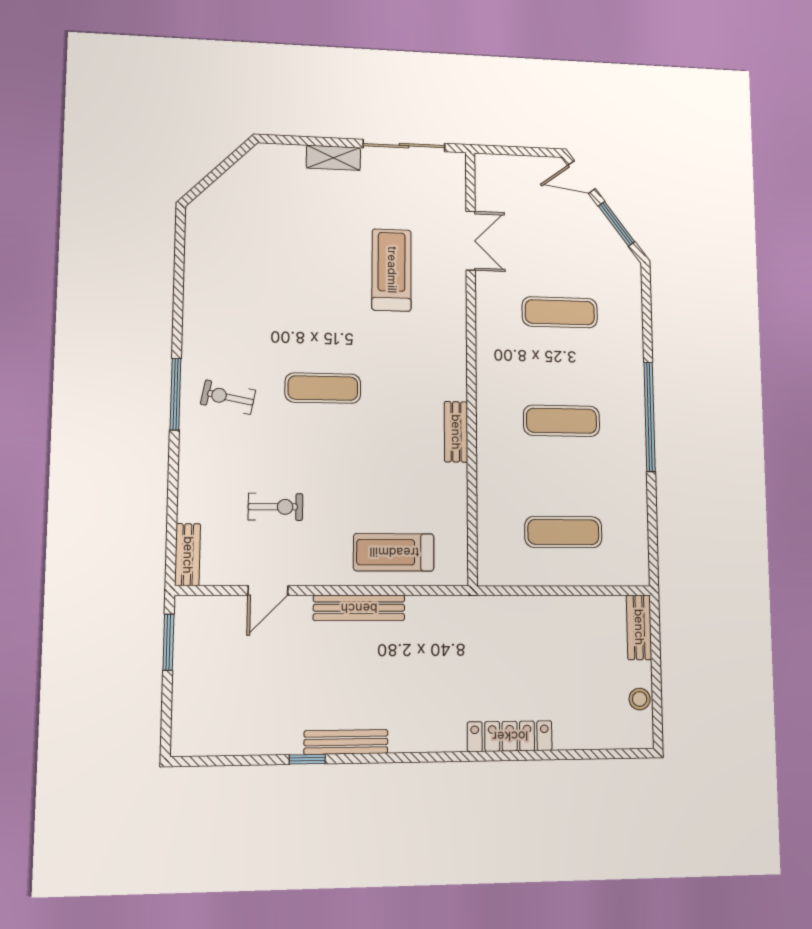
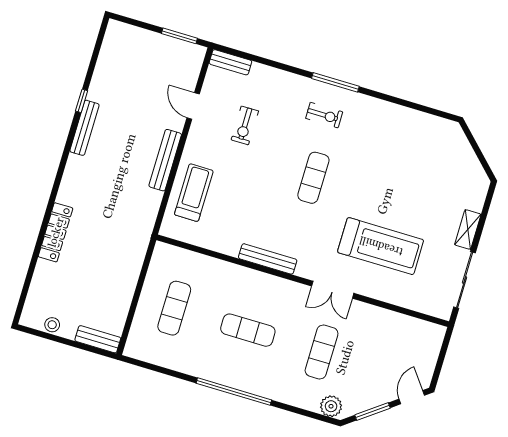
double door: (471, 241) -> (333, 290), moved
treadmill: (392, 270) -> (381, 246), width x1.37, depth x1.38
plant: (627, 280) -> (331, 406), added
exercise bike: (228, 397) -> (324, 115), turned 79
exercise mat: (562, 421) -> (248, 330), turned 90
bench: (456, 432) -> (268, 259), width x1.36

